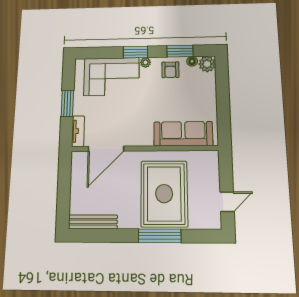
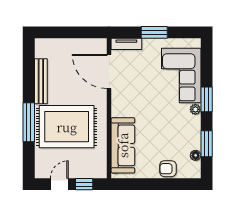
plant: (207, 64) -> (192, 170), removed
armchair: (170, 70) -> (168, 169), moved
window: (226, 174) -> (84, 184), added
door: (227, 202) -> (59, 184), swing flipped
bench: (93, 222) -> (41, 81), moved

